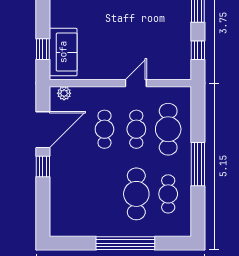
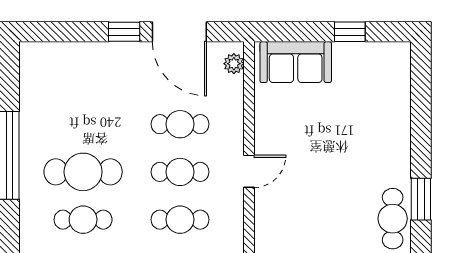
window: (43, 49) -> (350, 32), moved
door: (136, 83) -> (249, 171), hinge flipped
cafe table: (168, 129) -> (180, 220), width x0.73, depth x0.74

